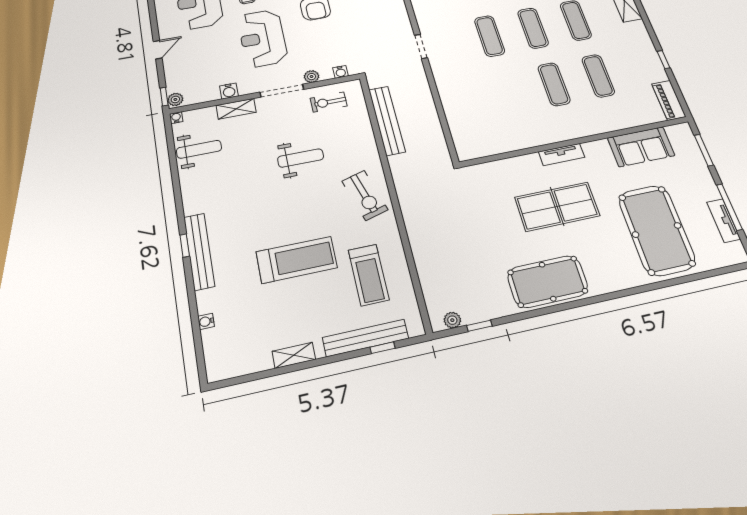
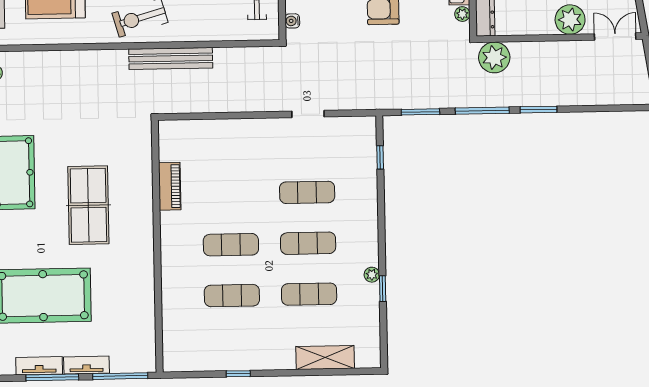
piano: (669, 100) -> (170, 186), moved, turned 90
bench: (387, 120) -> (171, 58), moved
sofa: (641, 147) -> (137, 312), removed
window: (704, 150) -> (120, 376), width x1.44
tv unit: (562, 155) -> (86, 365), moved, turned 90

